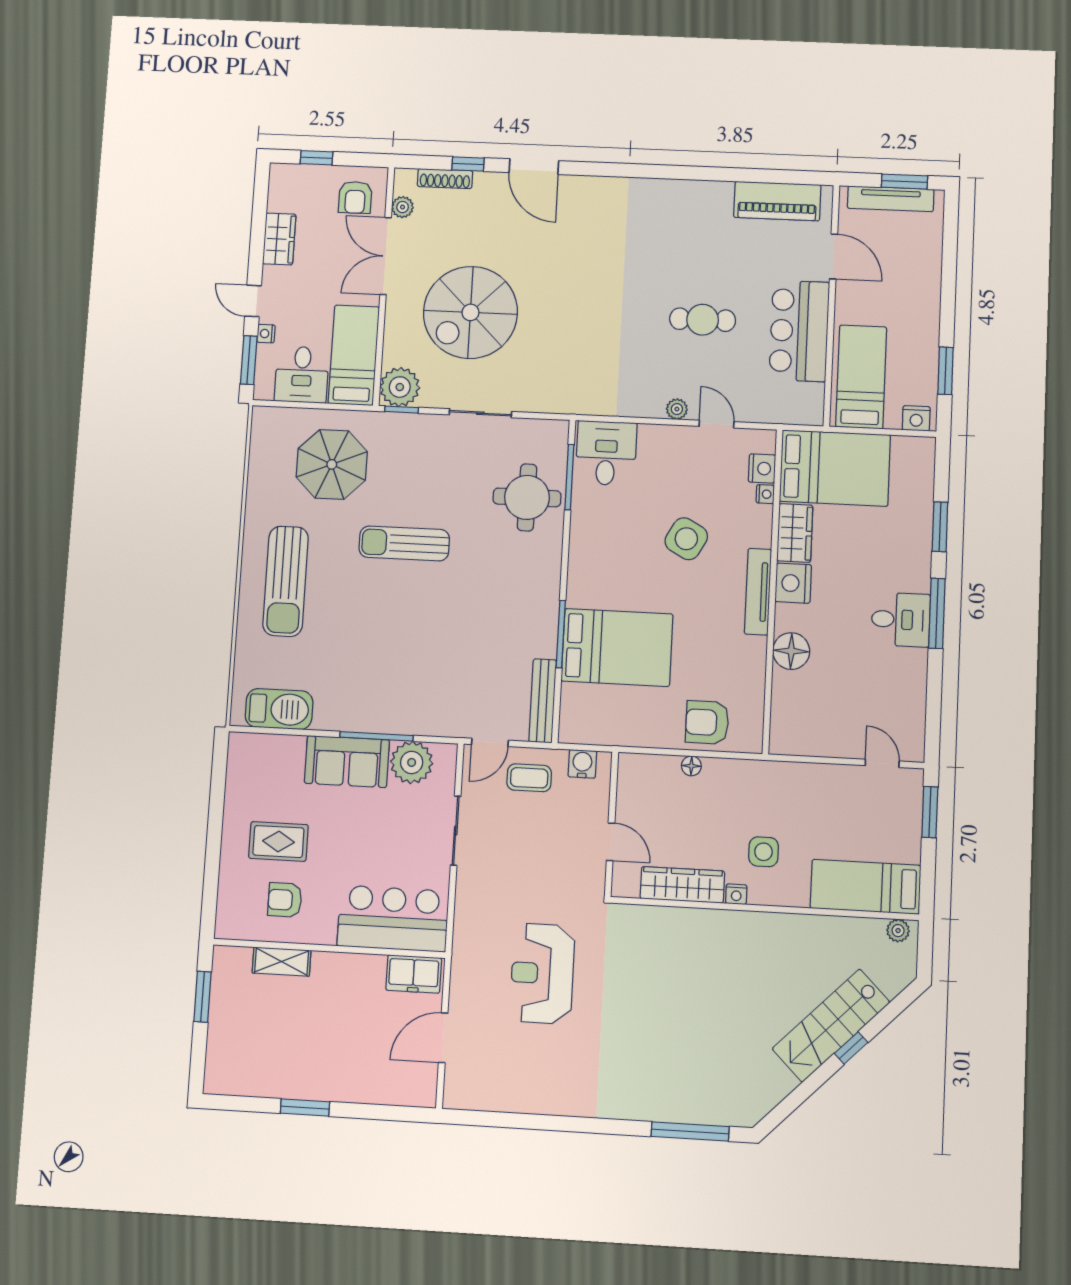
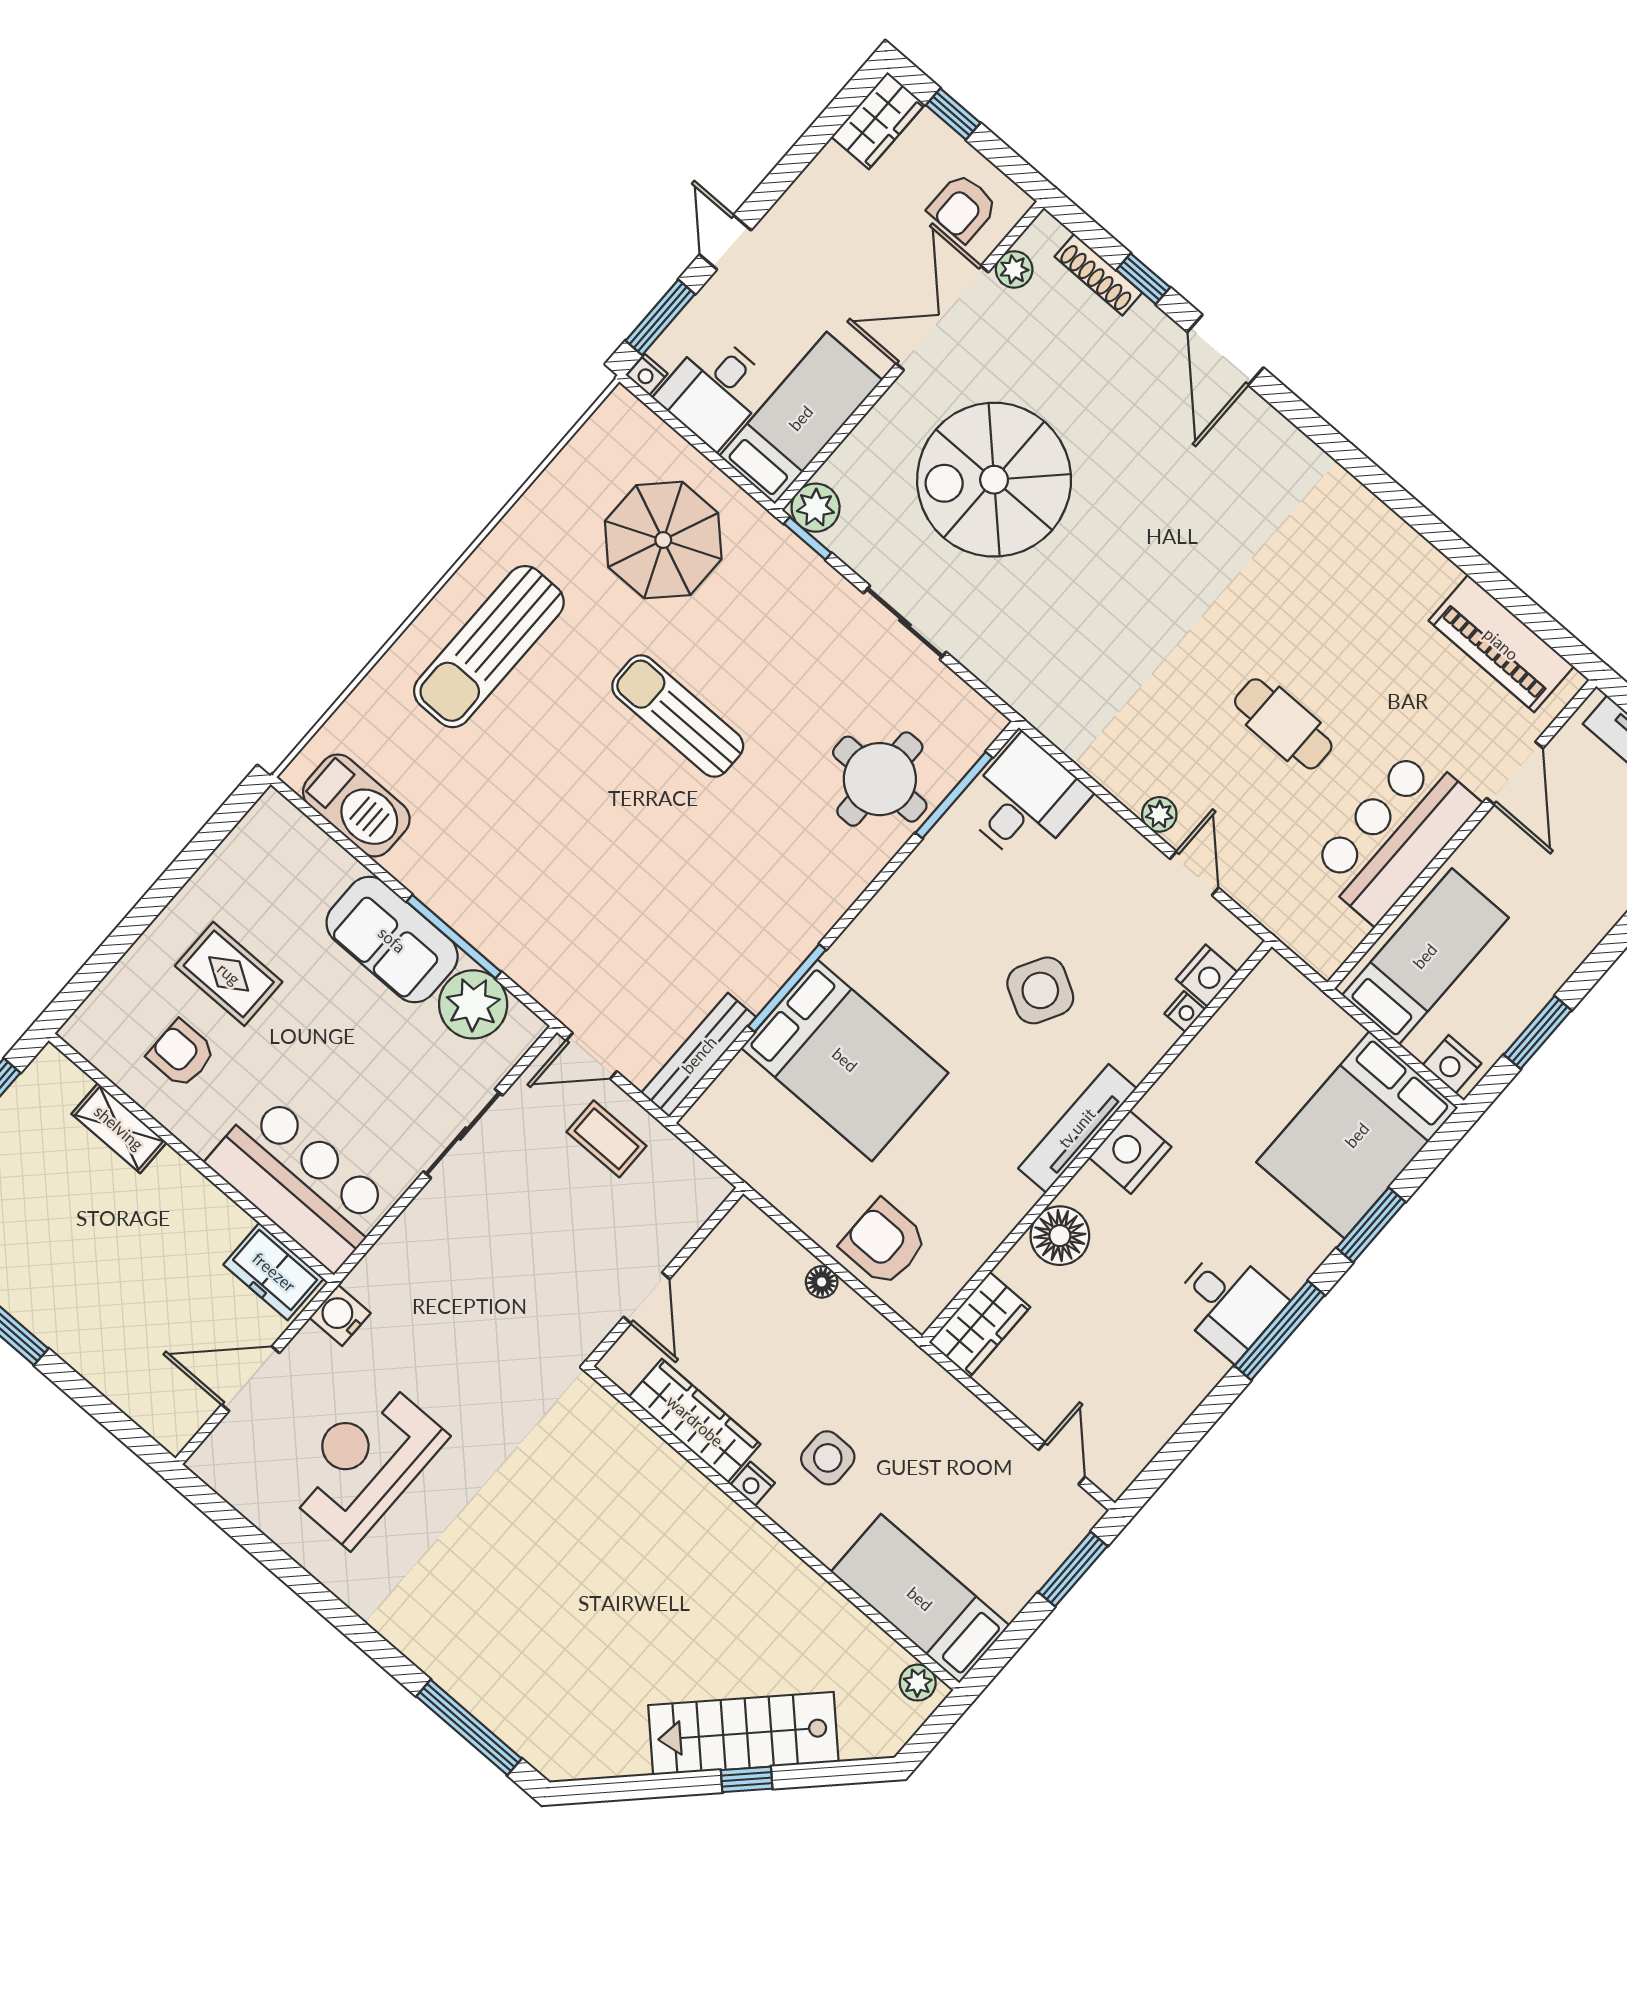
wardrobe: (279, 239) -> (878, 121), moved
nightstand: (266, 334) -> (647, 375), moved, turned -90
plant: (400, 387) -> (816, 508), width x0.73, depth x0.73
bed: (835, 468) -> (1357, 1135), moved, turned 90
wardrobe: (795, 533) -> (980, 1325), moved
water cooler: (582, 764) -> (340, 1315), moved, turned -90
reception desk: (542, 973) -> (364, 1463), moved

